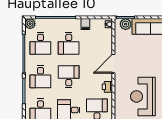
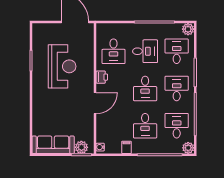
desk: (69, 43) -> (145, 126), turned 180

